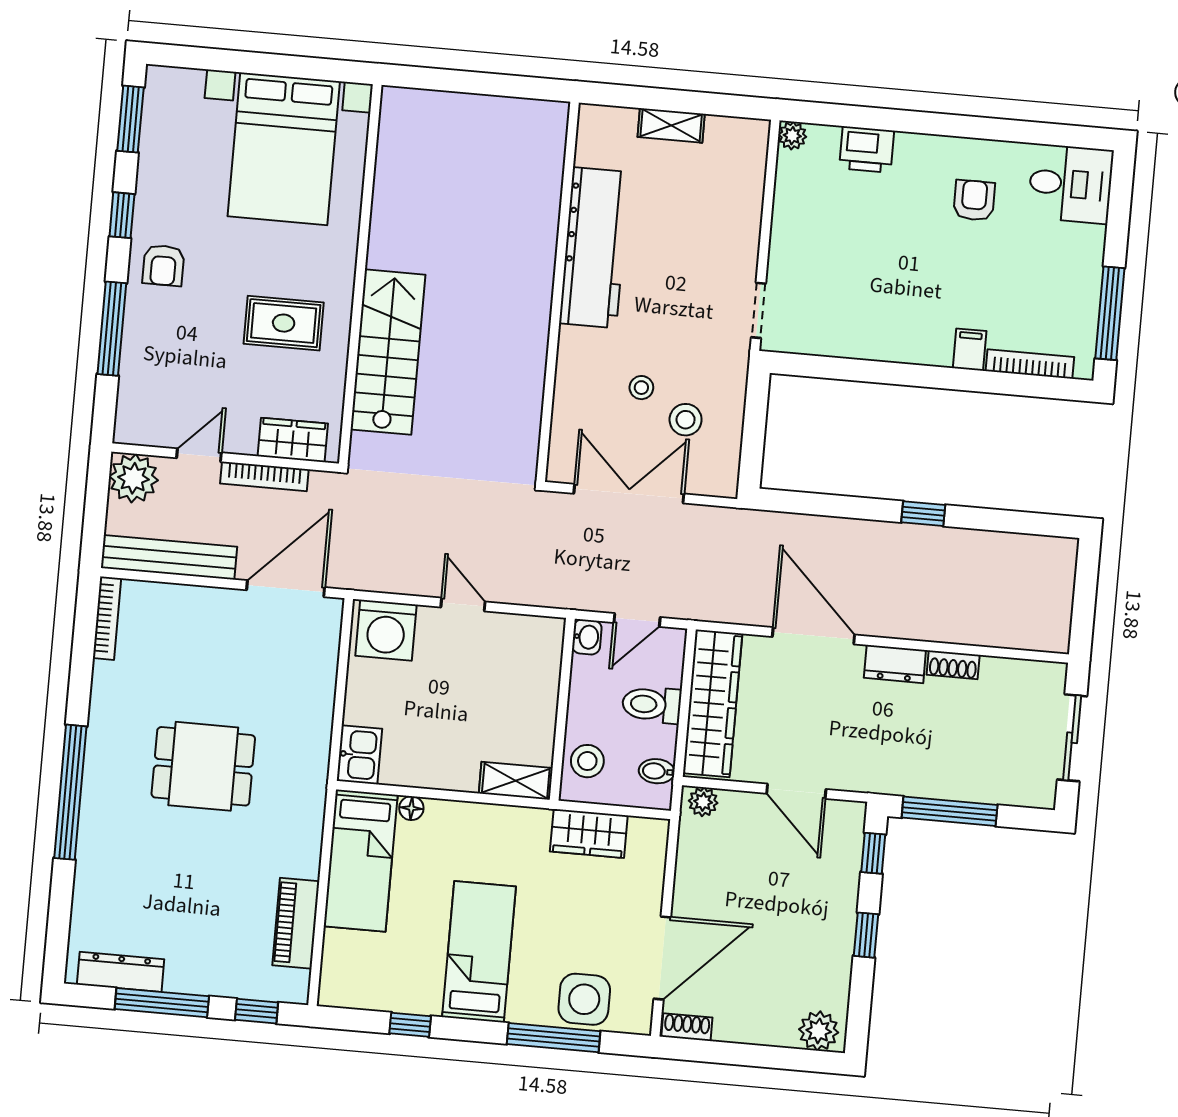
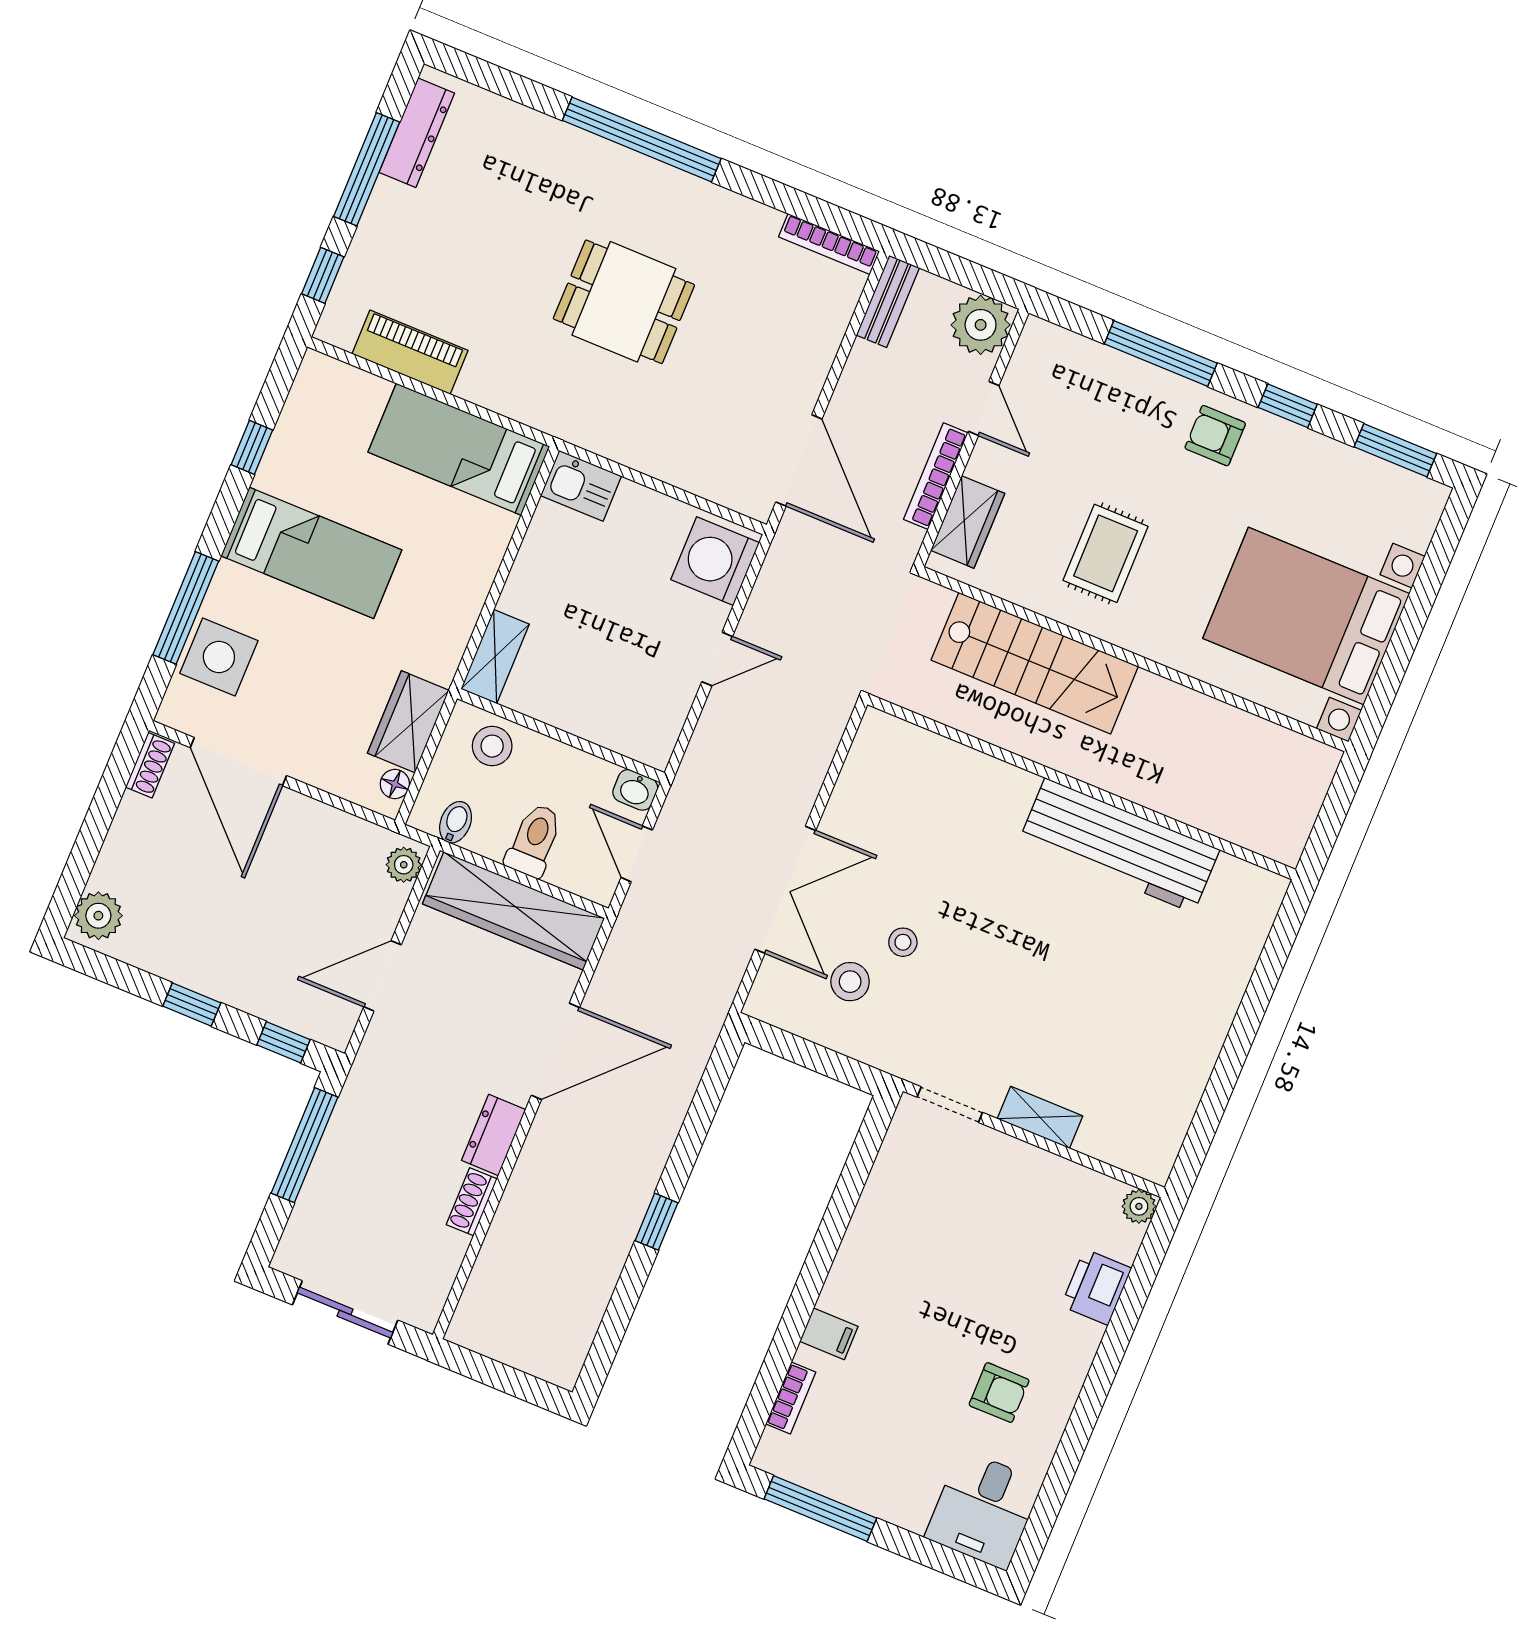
shelving: (671, 125) -> (1040, 1117), moved, turned 90
workbench: (595, 248) -> (1119, 845), moved
wall: (558, 292) -> (1082, 787), moved
bookcase: (1030, 364) -> (791, 1398), width x0.64
bench: (169, 557) -> (888, 301), width x0.54, depth x0.82
dining table: (203, 766) -> (624, 302), turned 90
floor lamp: (411, 808) -> (395, 784), moved

